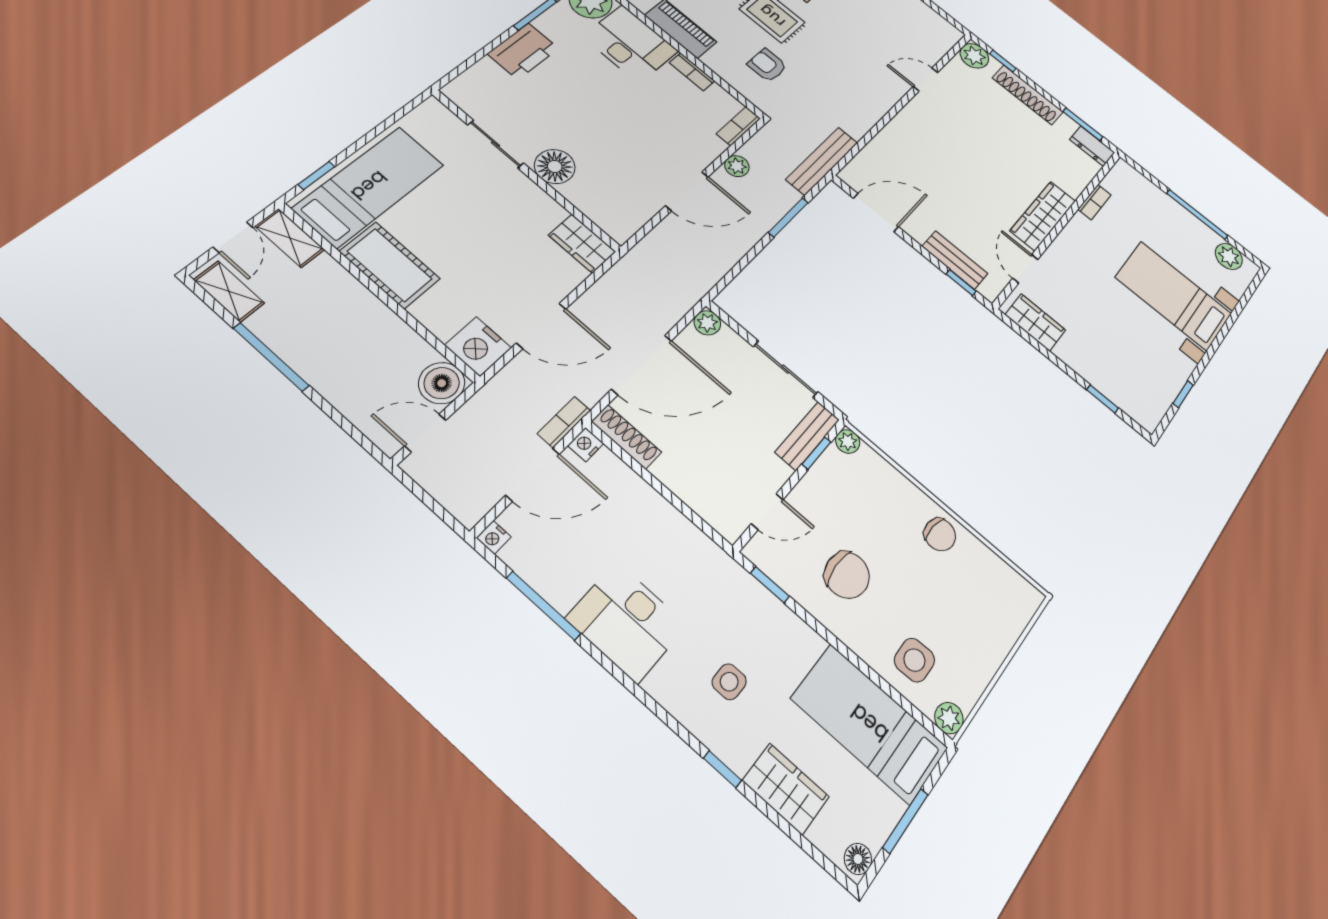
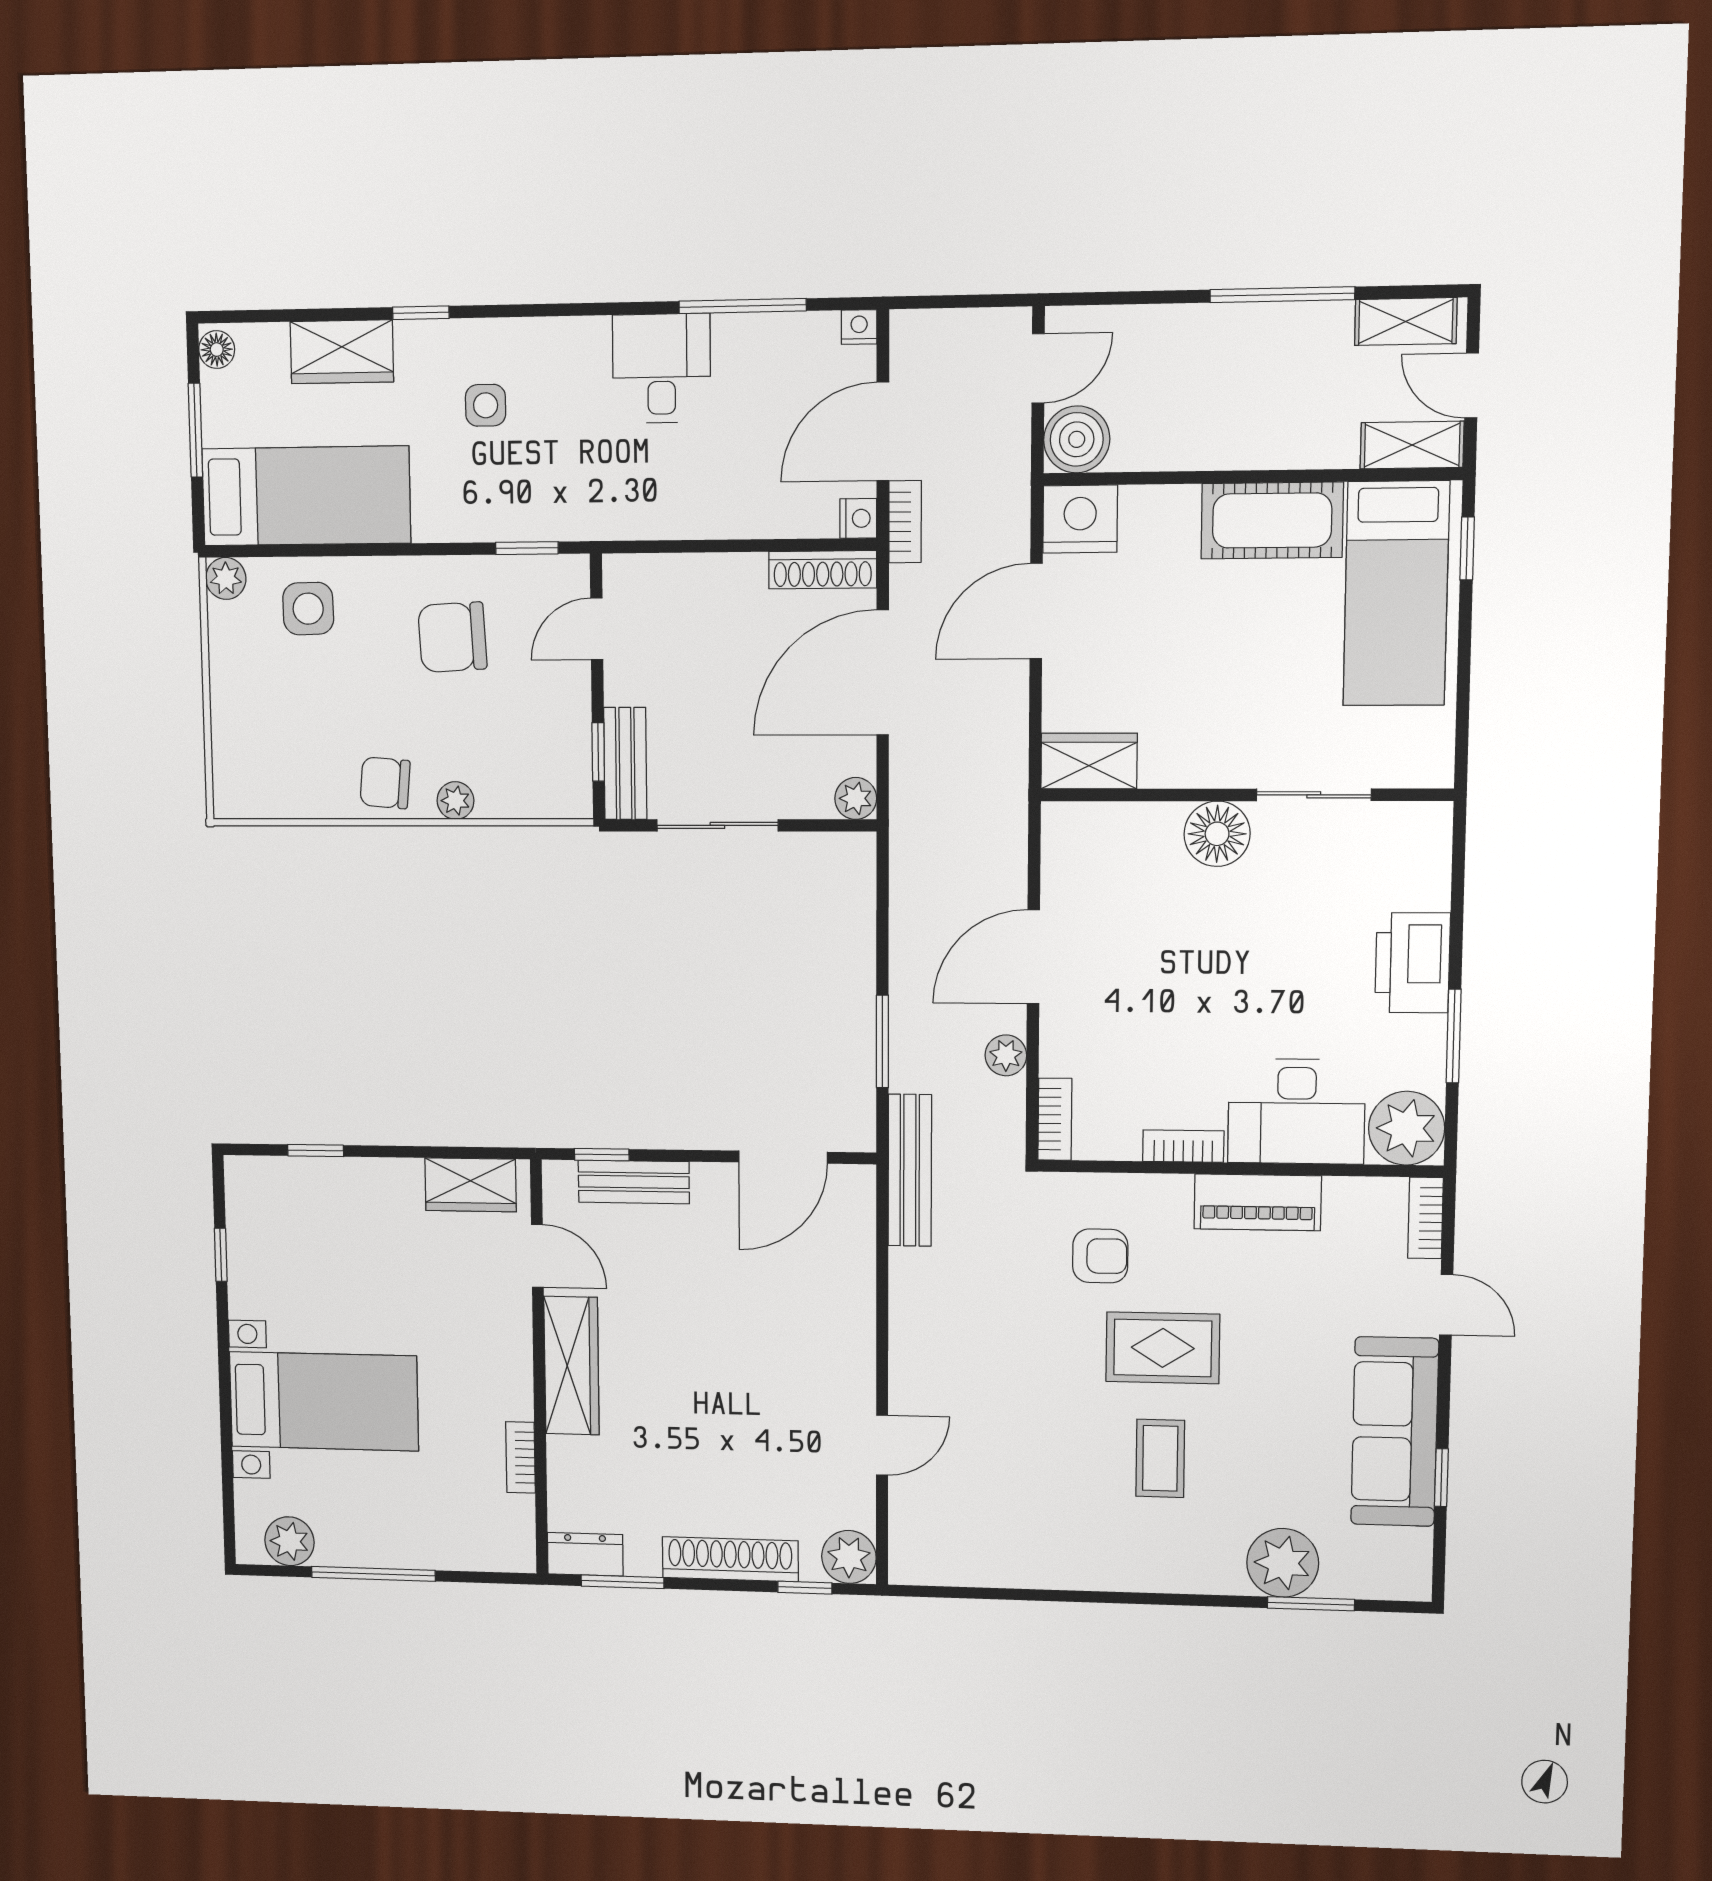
plant: (848, 441) -> (455, 801), moved
desk: (627, 622) -> (661, 368), width x0.73

